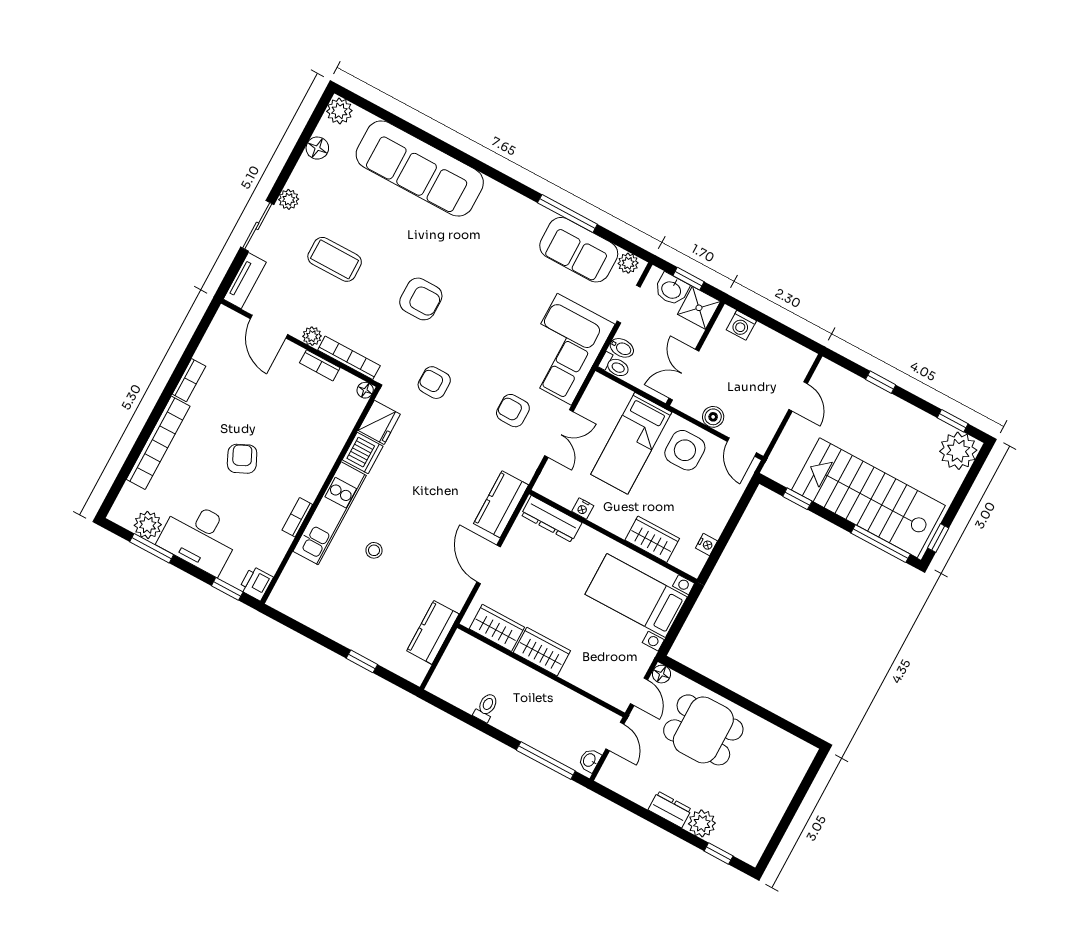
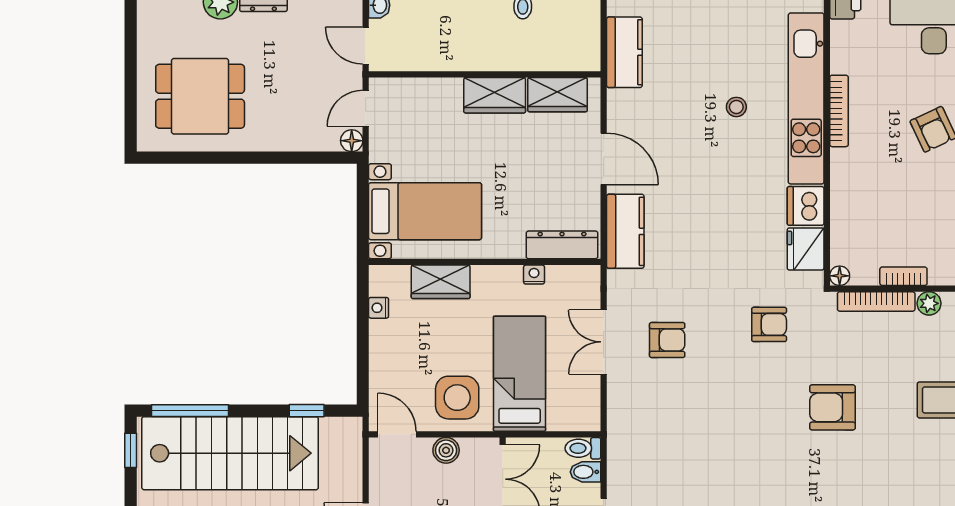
corner sofa: (564, 349) -> (647, 437), removed
kitchen unit: (330, 513) -> (806, 98), width x1.36
bookcase: (297, 517) -> (839, 111), width x1.56
door: (639, 692) -> (366, 108), hinge flipped
dining table: (703, 730) -> (200, 96), moved

